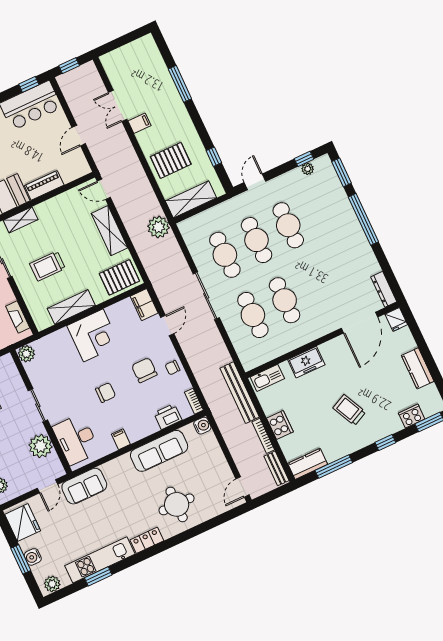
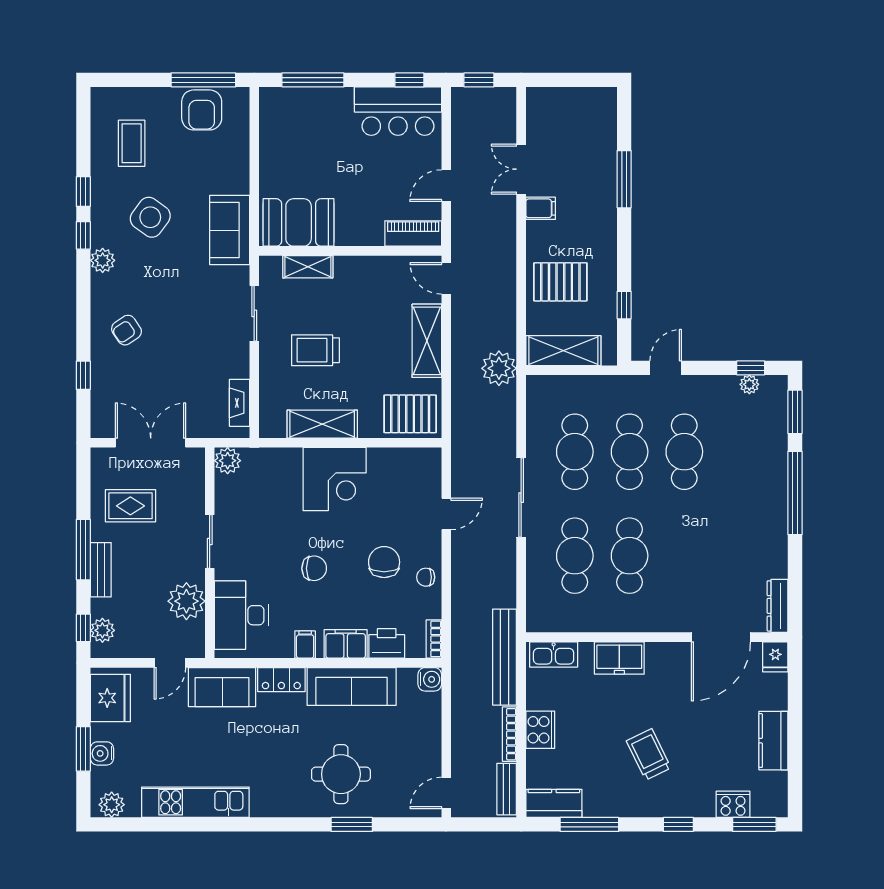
piano: (44, 185) -> (413, 233), moved
filing cabinet: (144, 305) -> (346, 644), moved, turned 90
locker: (147, 540) -> (281, 680), moved, turned 180
window: (98, 576) -> (352, 824), moved

